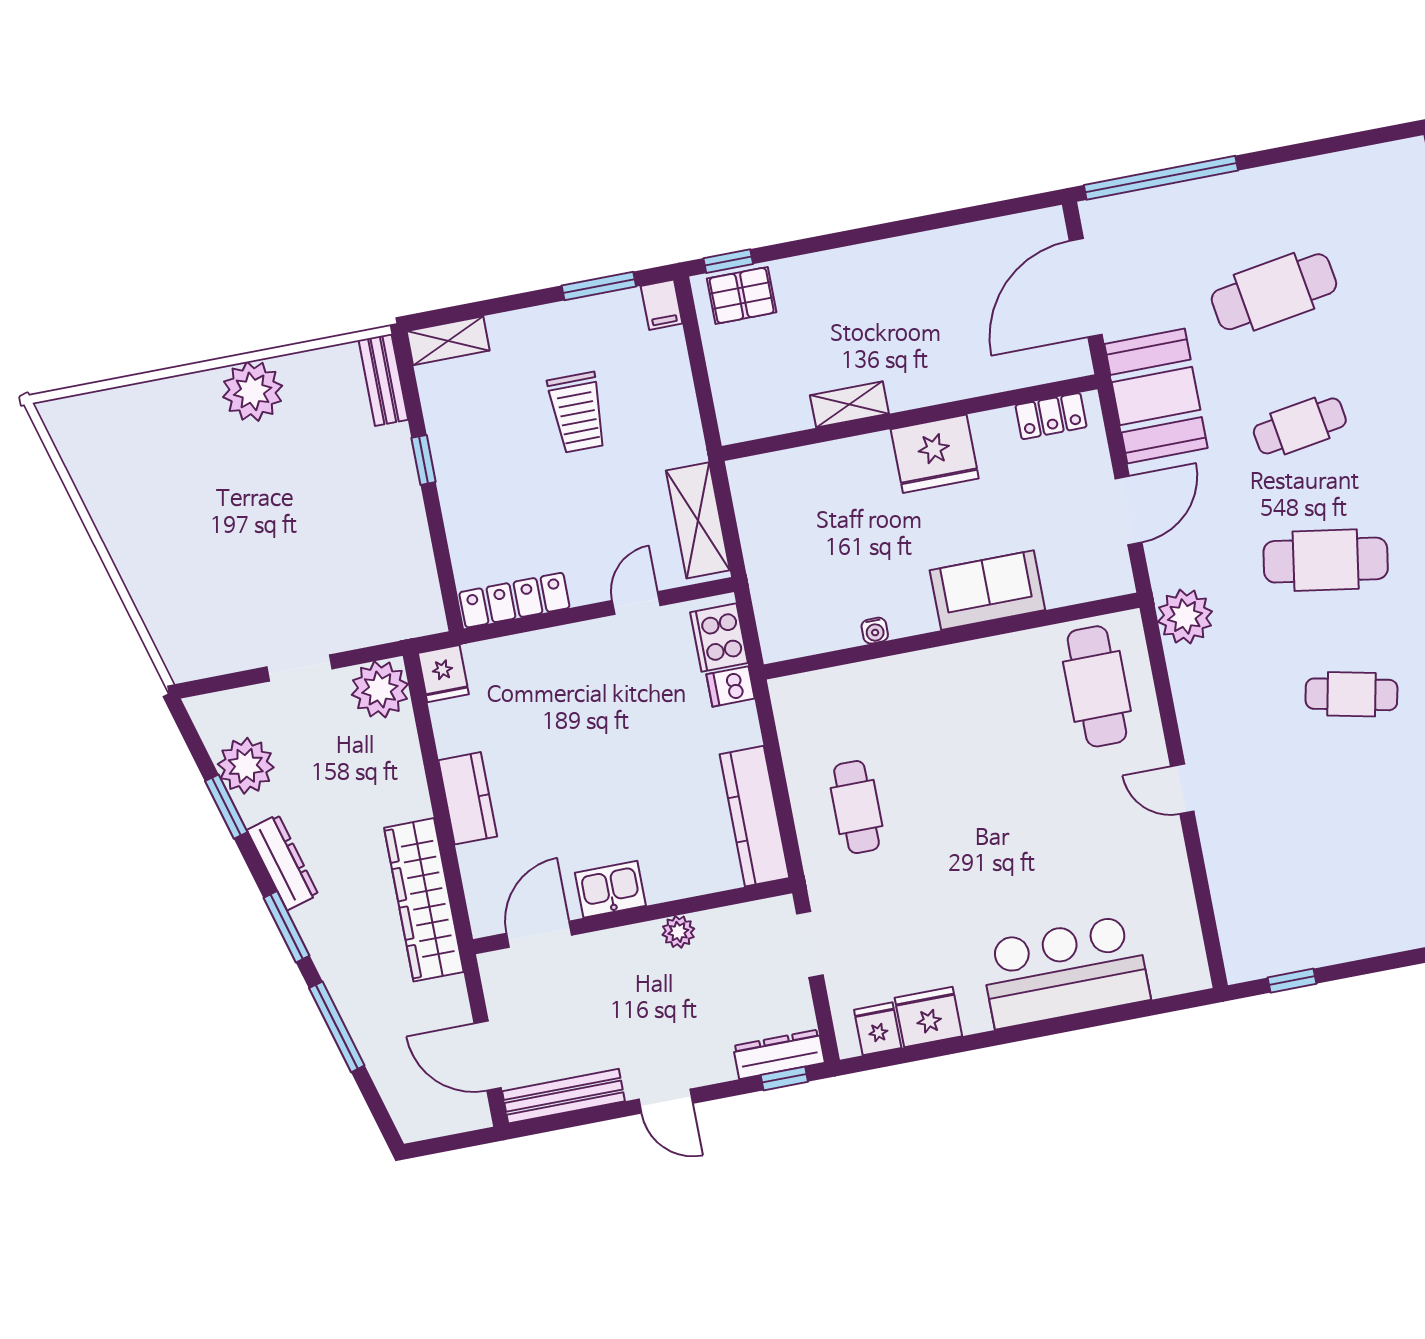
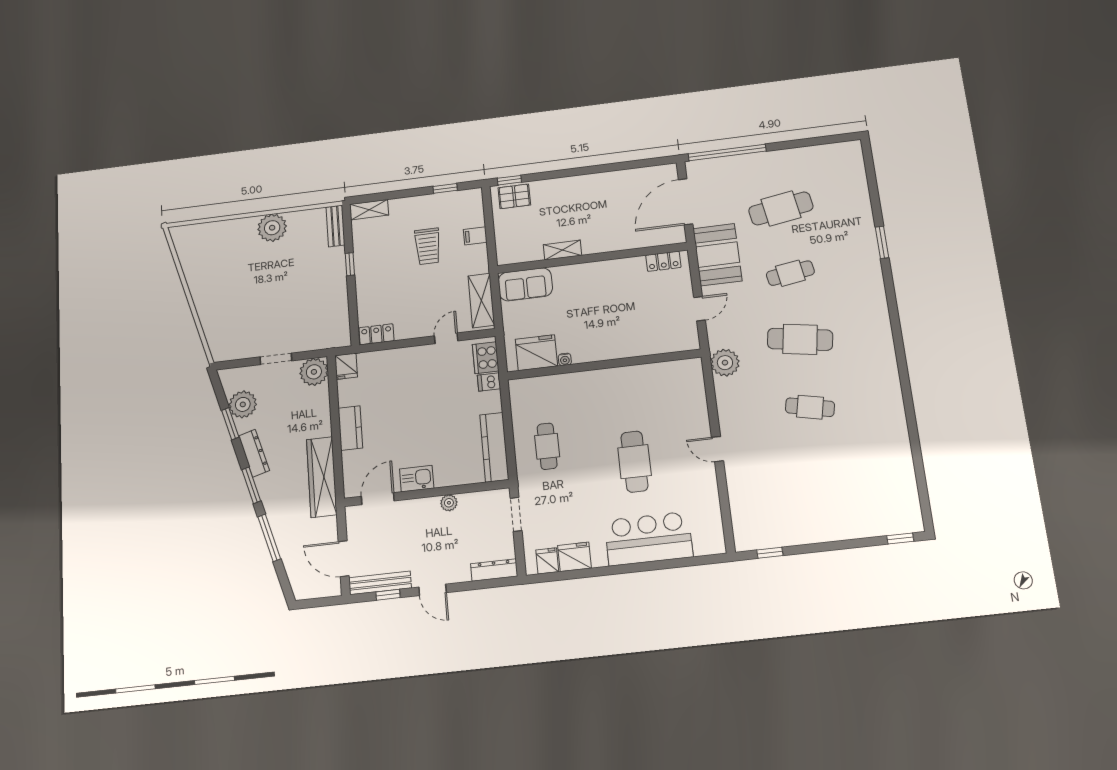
window: (599, 286) -> (445, 188), width x0.67
filing cabinet: (662, 305) -> (475, 236), moved, turned 90
fridge: (935, 454) -> (536, 353), moved, turned 180
door: (1129, 510) -> (699, 309), width x0.73
sofa: (987, 590) -> (525, 284), moved, turned 180
locker: (514, 600) -> (376, 334), width x0.66
cafe table: (1097, 686) -> (634, 462), moved
window: (784, 1078) -> (388, 595), moved

